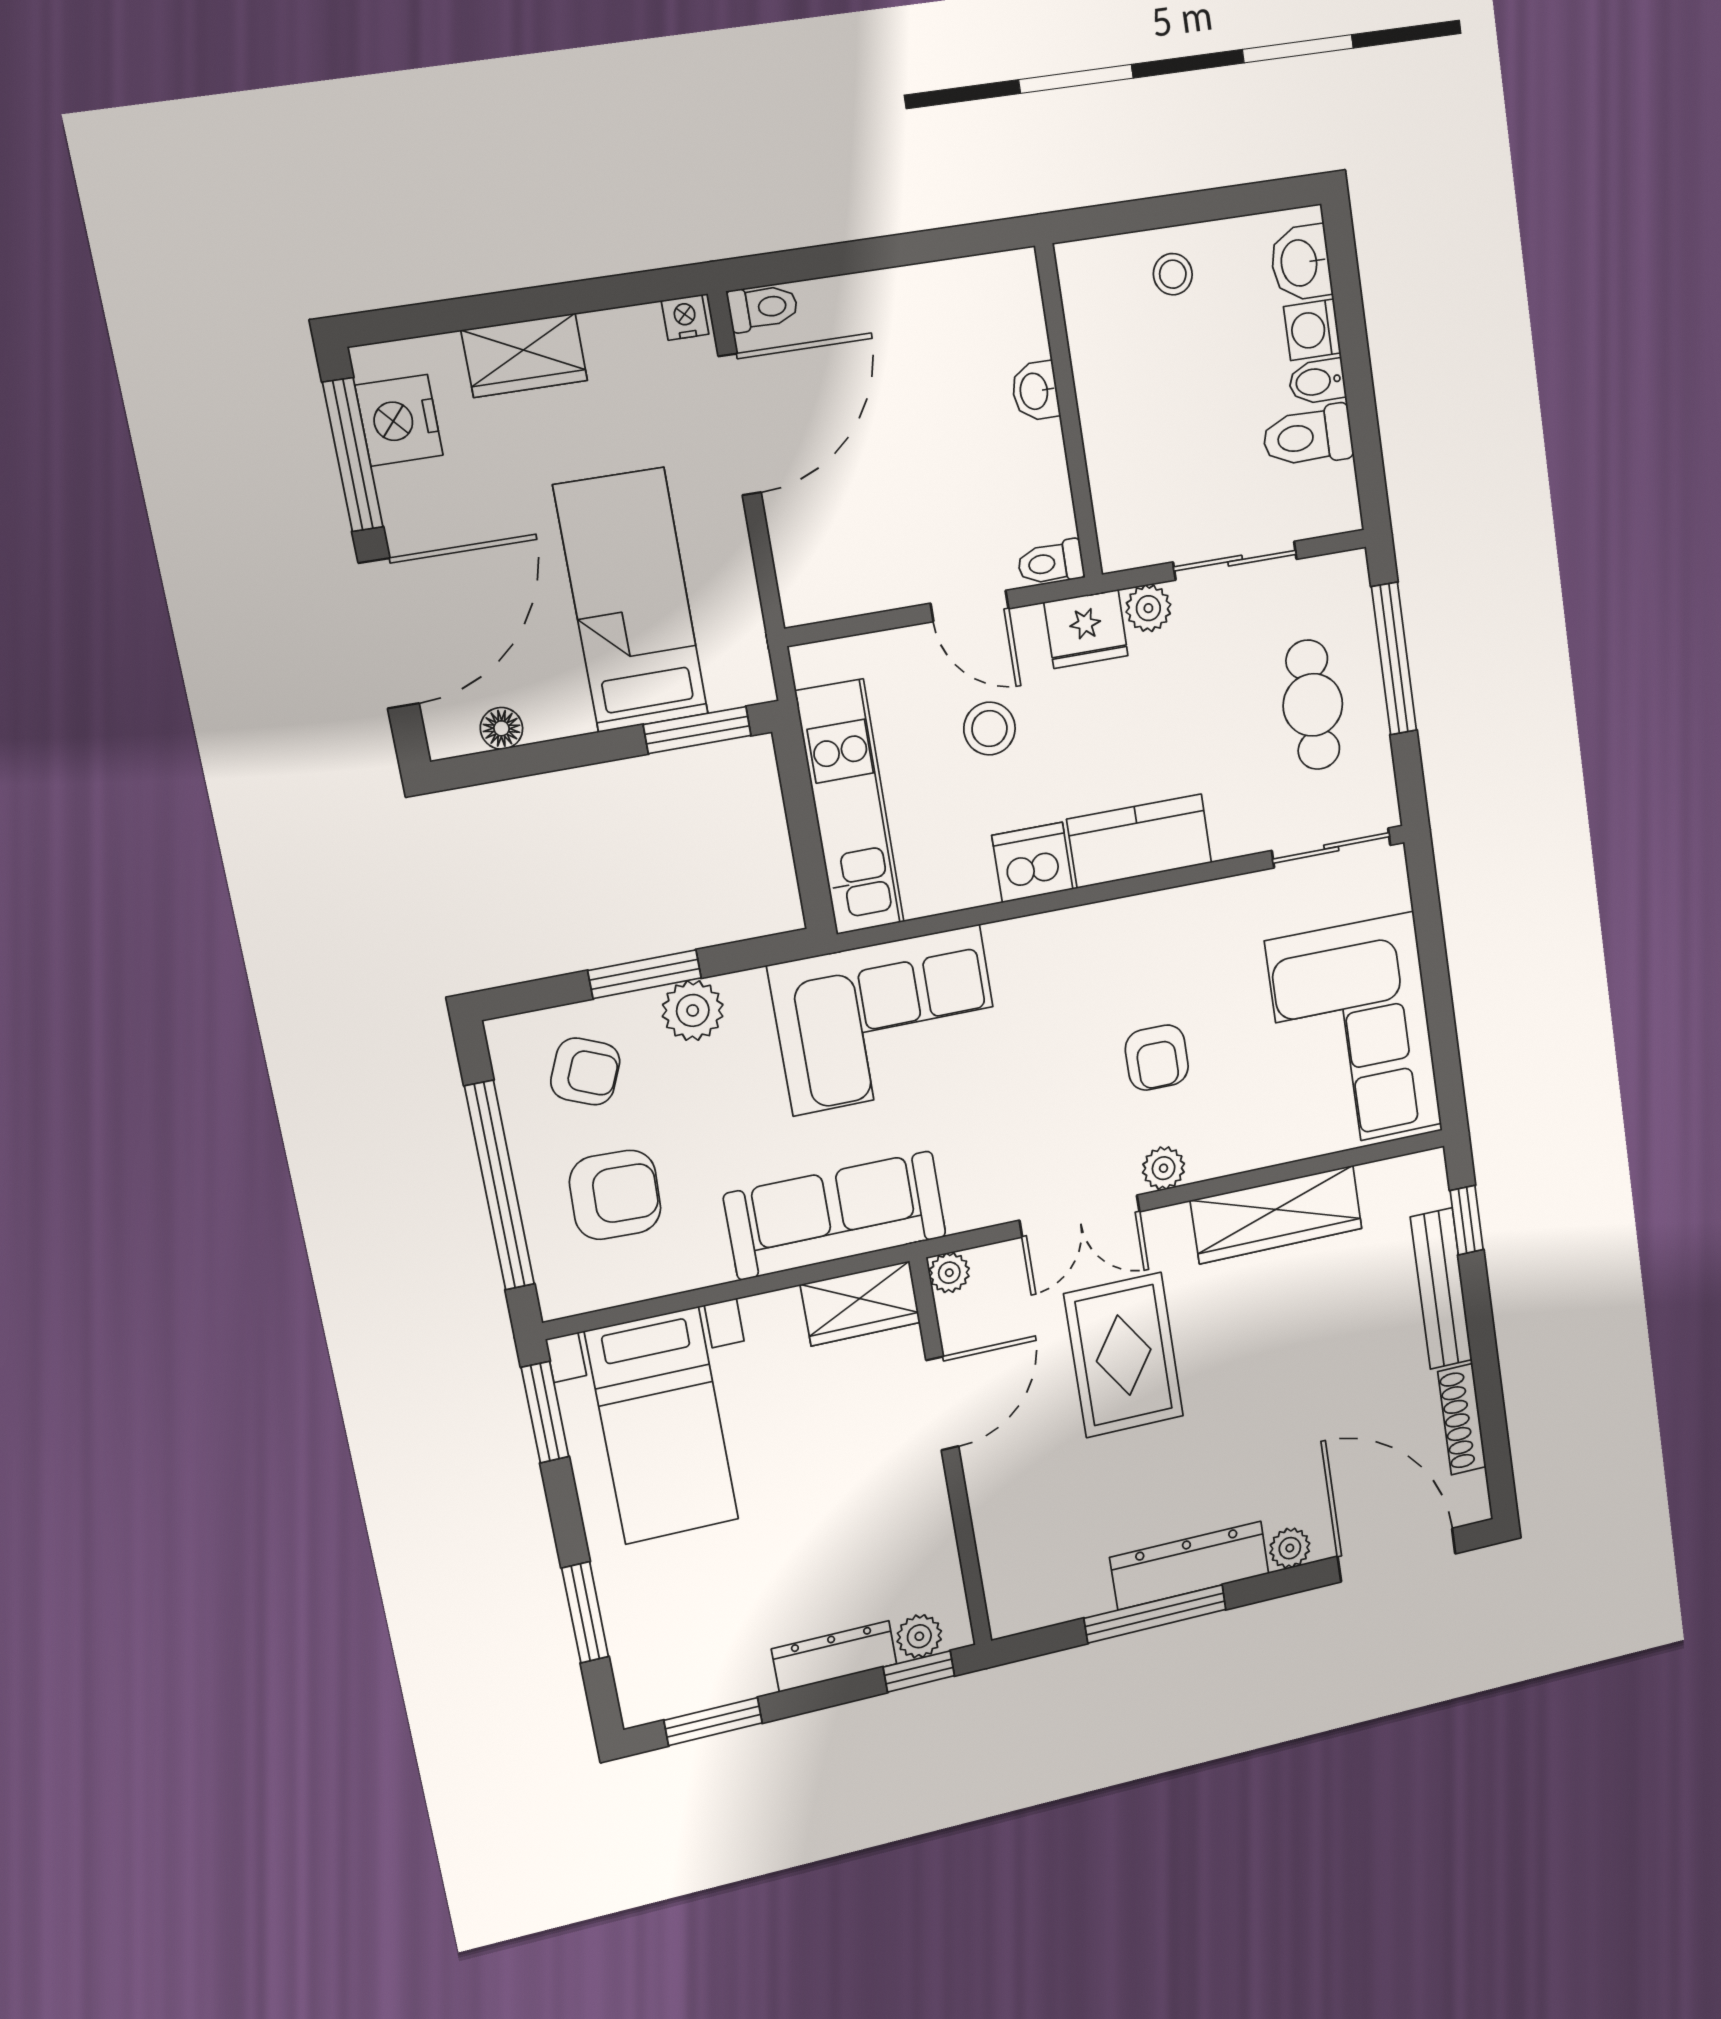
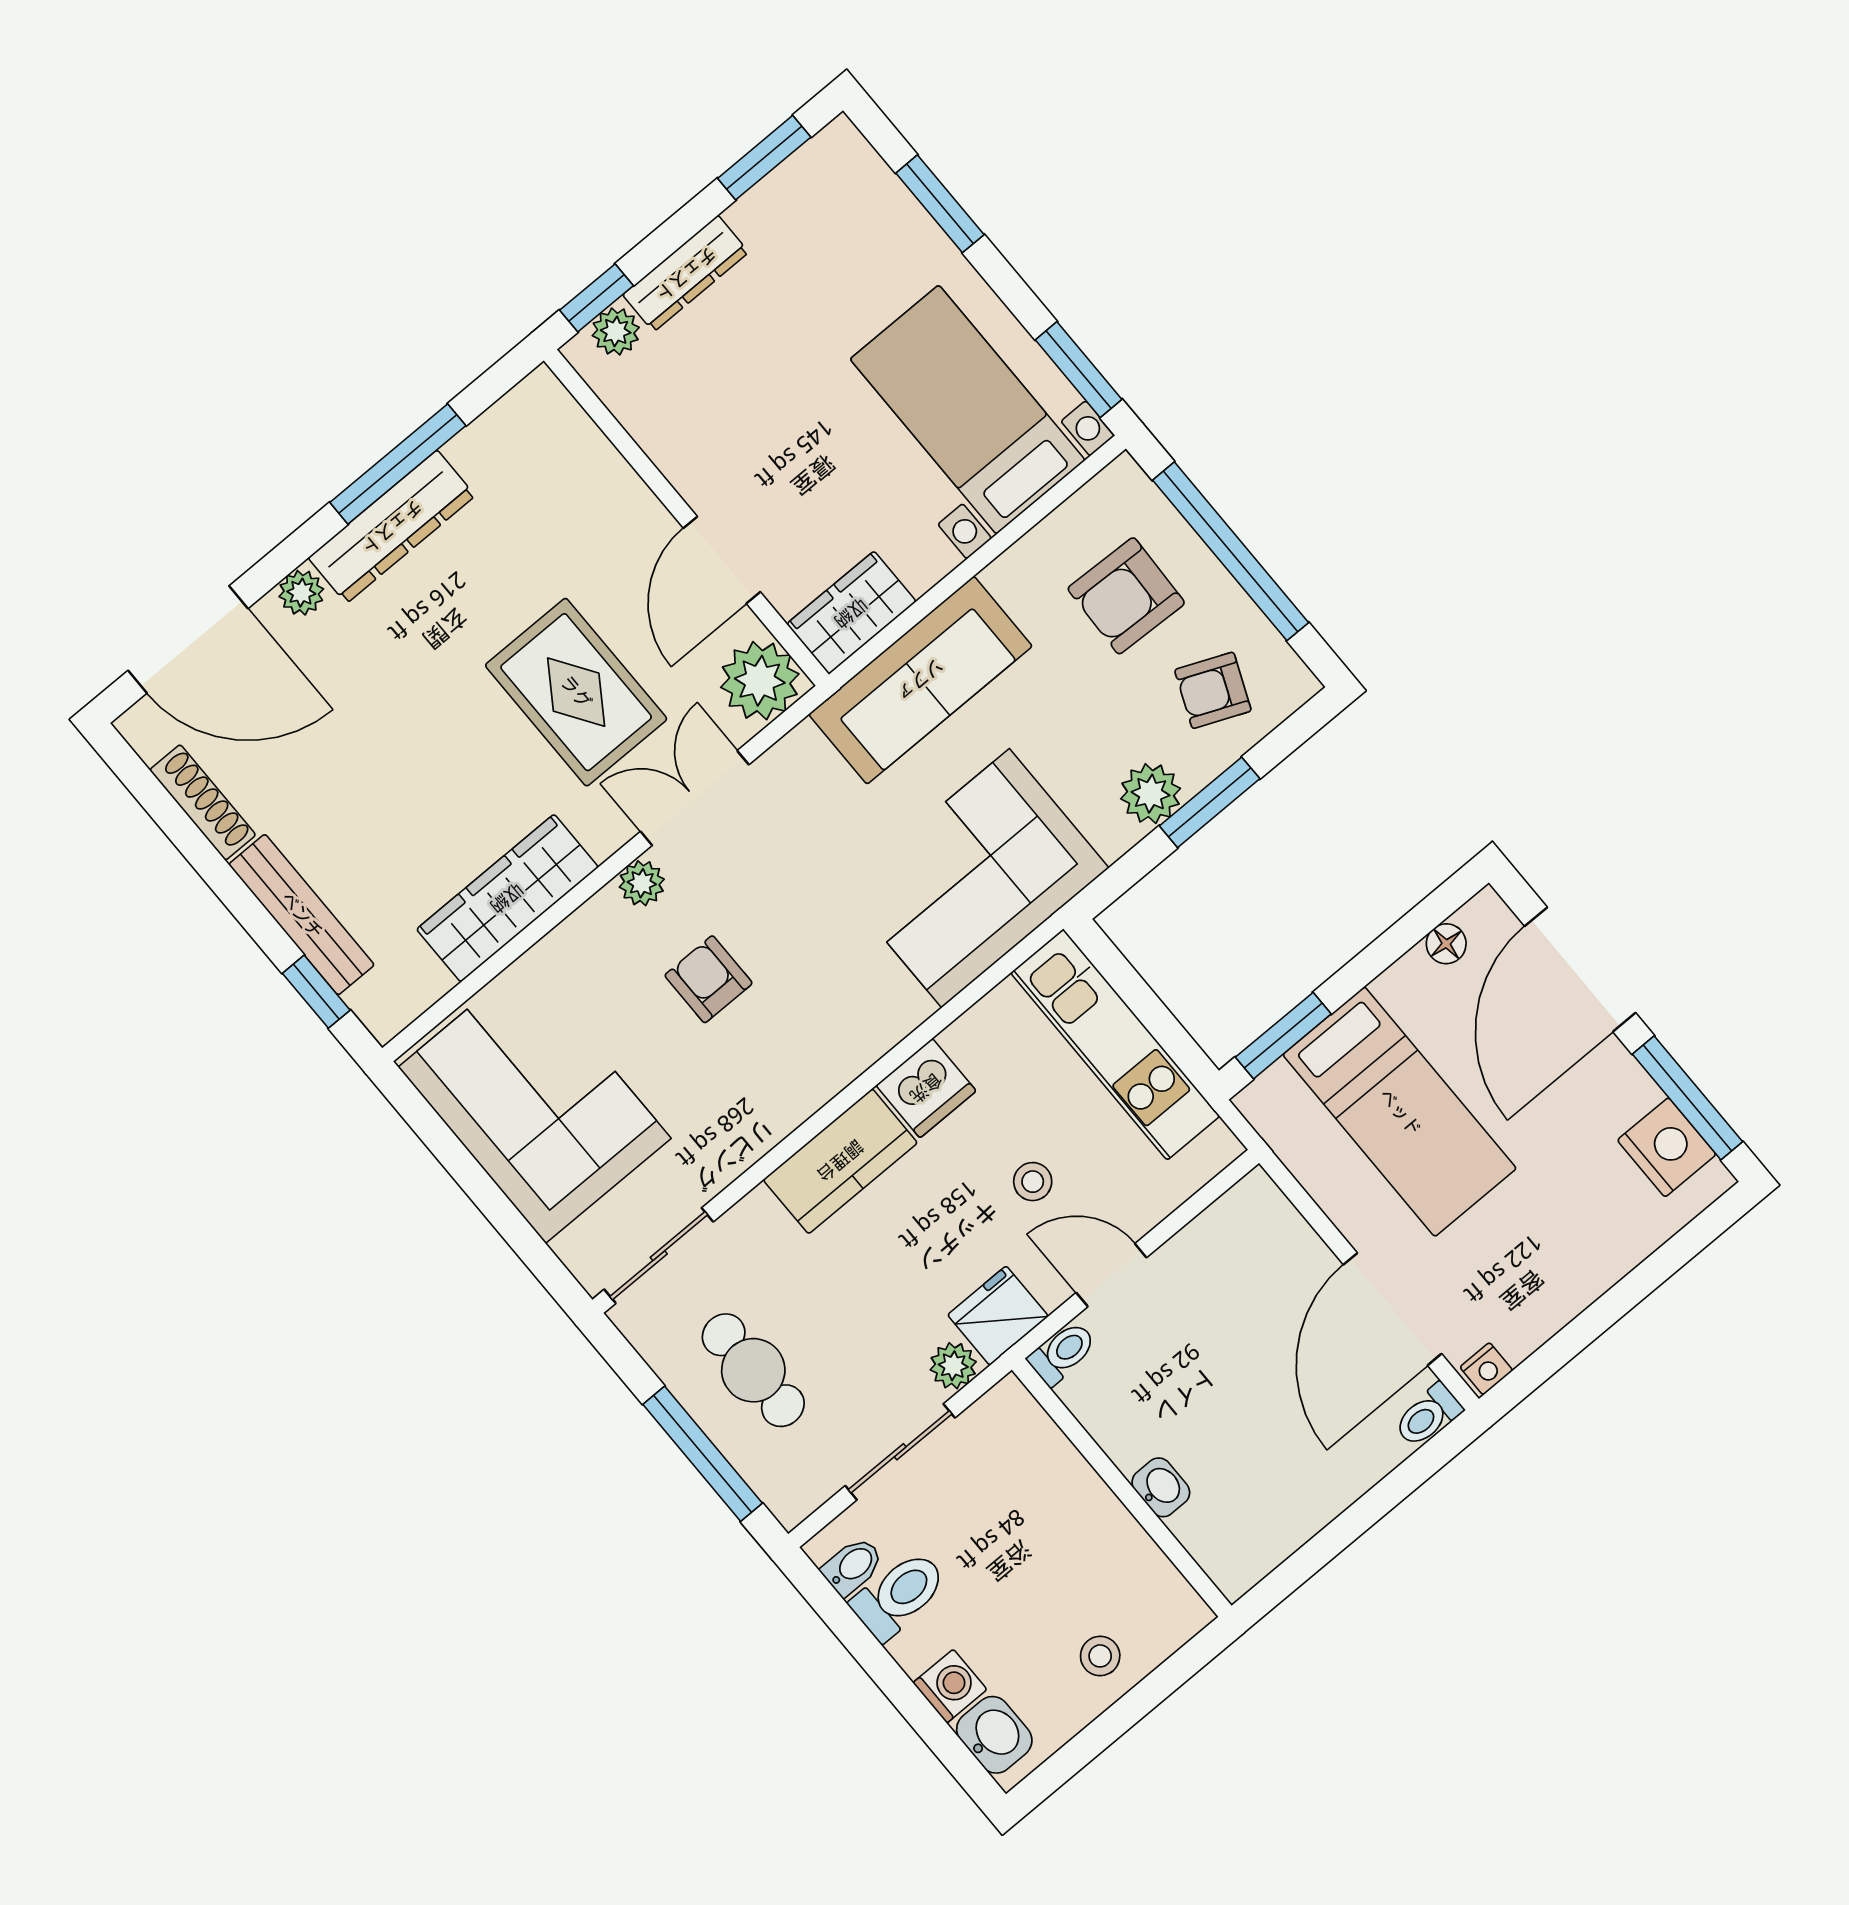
wardrobe: (524, 355) -> (1597, 1259), removed
bidet: (1317, 381) -> (853, 1566), moved
stool: (989, 729) -> (1033, 1182), width x0.73, depth x0.73
plant: (949, 1273) -> (760, 681), width x1.88, depth x1.88

